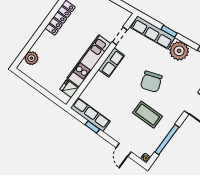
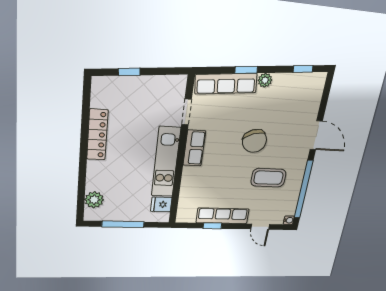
plant: (179, 51) -> (265, 80), width x0.53, depth x0.53
window: (38, 87) -> (123, 224), added
row of seats: (90, 114) -> (223, 216), moved
window: (167, 140) -> (303, 189), width x1.46

